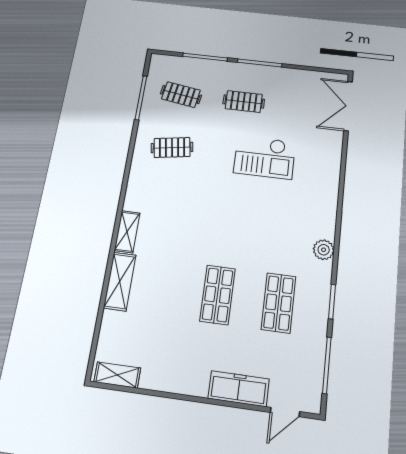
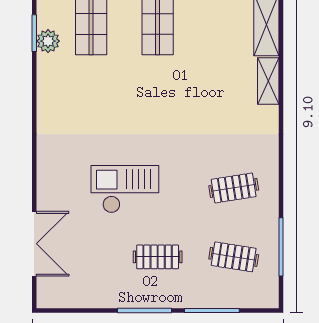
double door: (348, 106) -> (34, 244), moved
plant: (324, 250) -> (48, 41), moved

